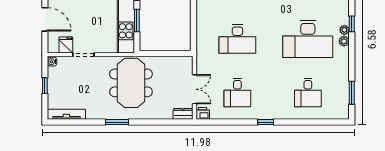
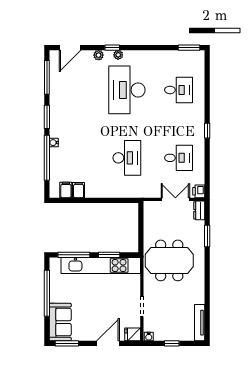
desk: (308, 39) -> (127, 90), turned 180
plant: (344, 41) -> (99, 55), moved
fridge: (66, 45) -> (133, 334), moved
window: (352, 93) -> (189, 48), moved
window: (117, 122) -> (207, 236), moved

